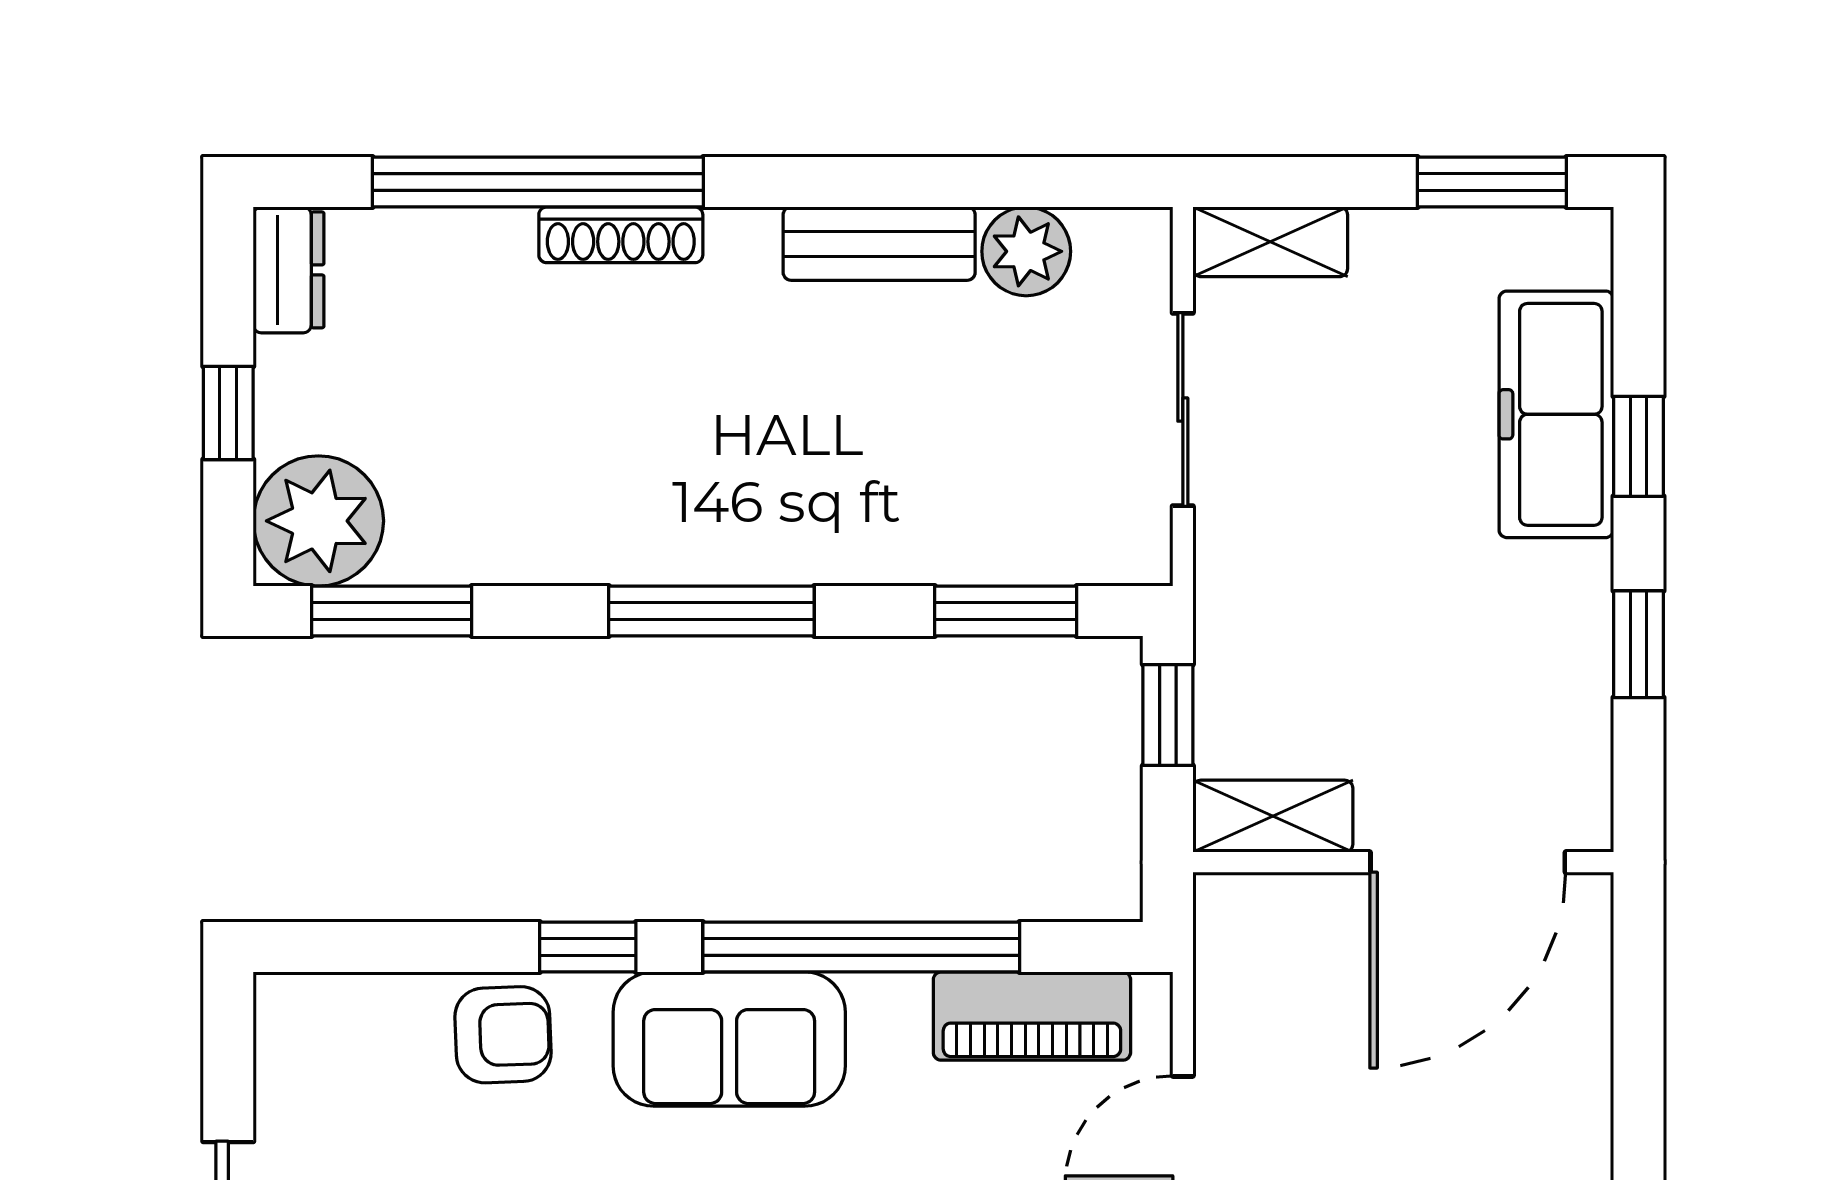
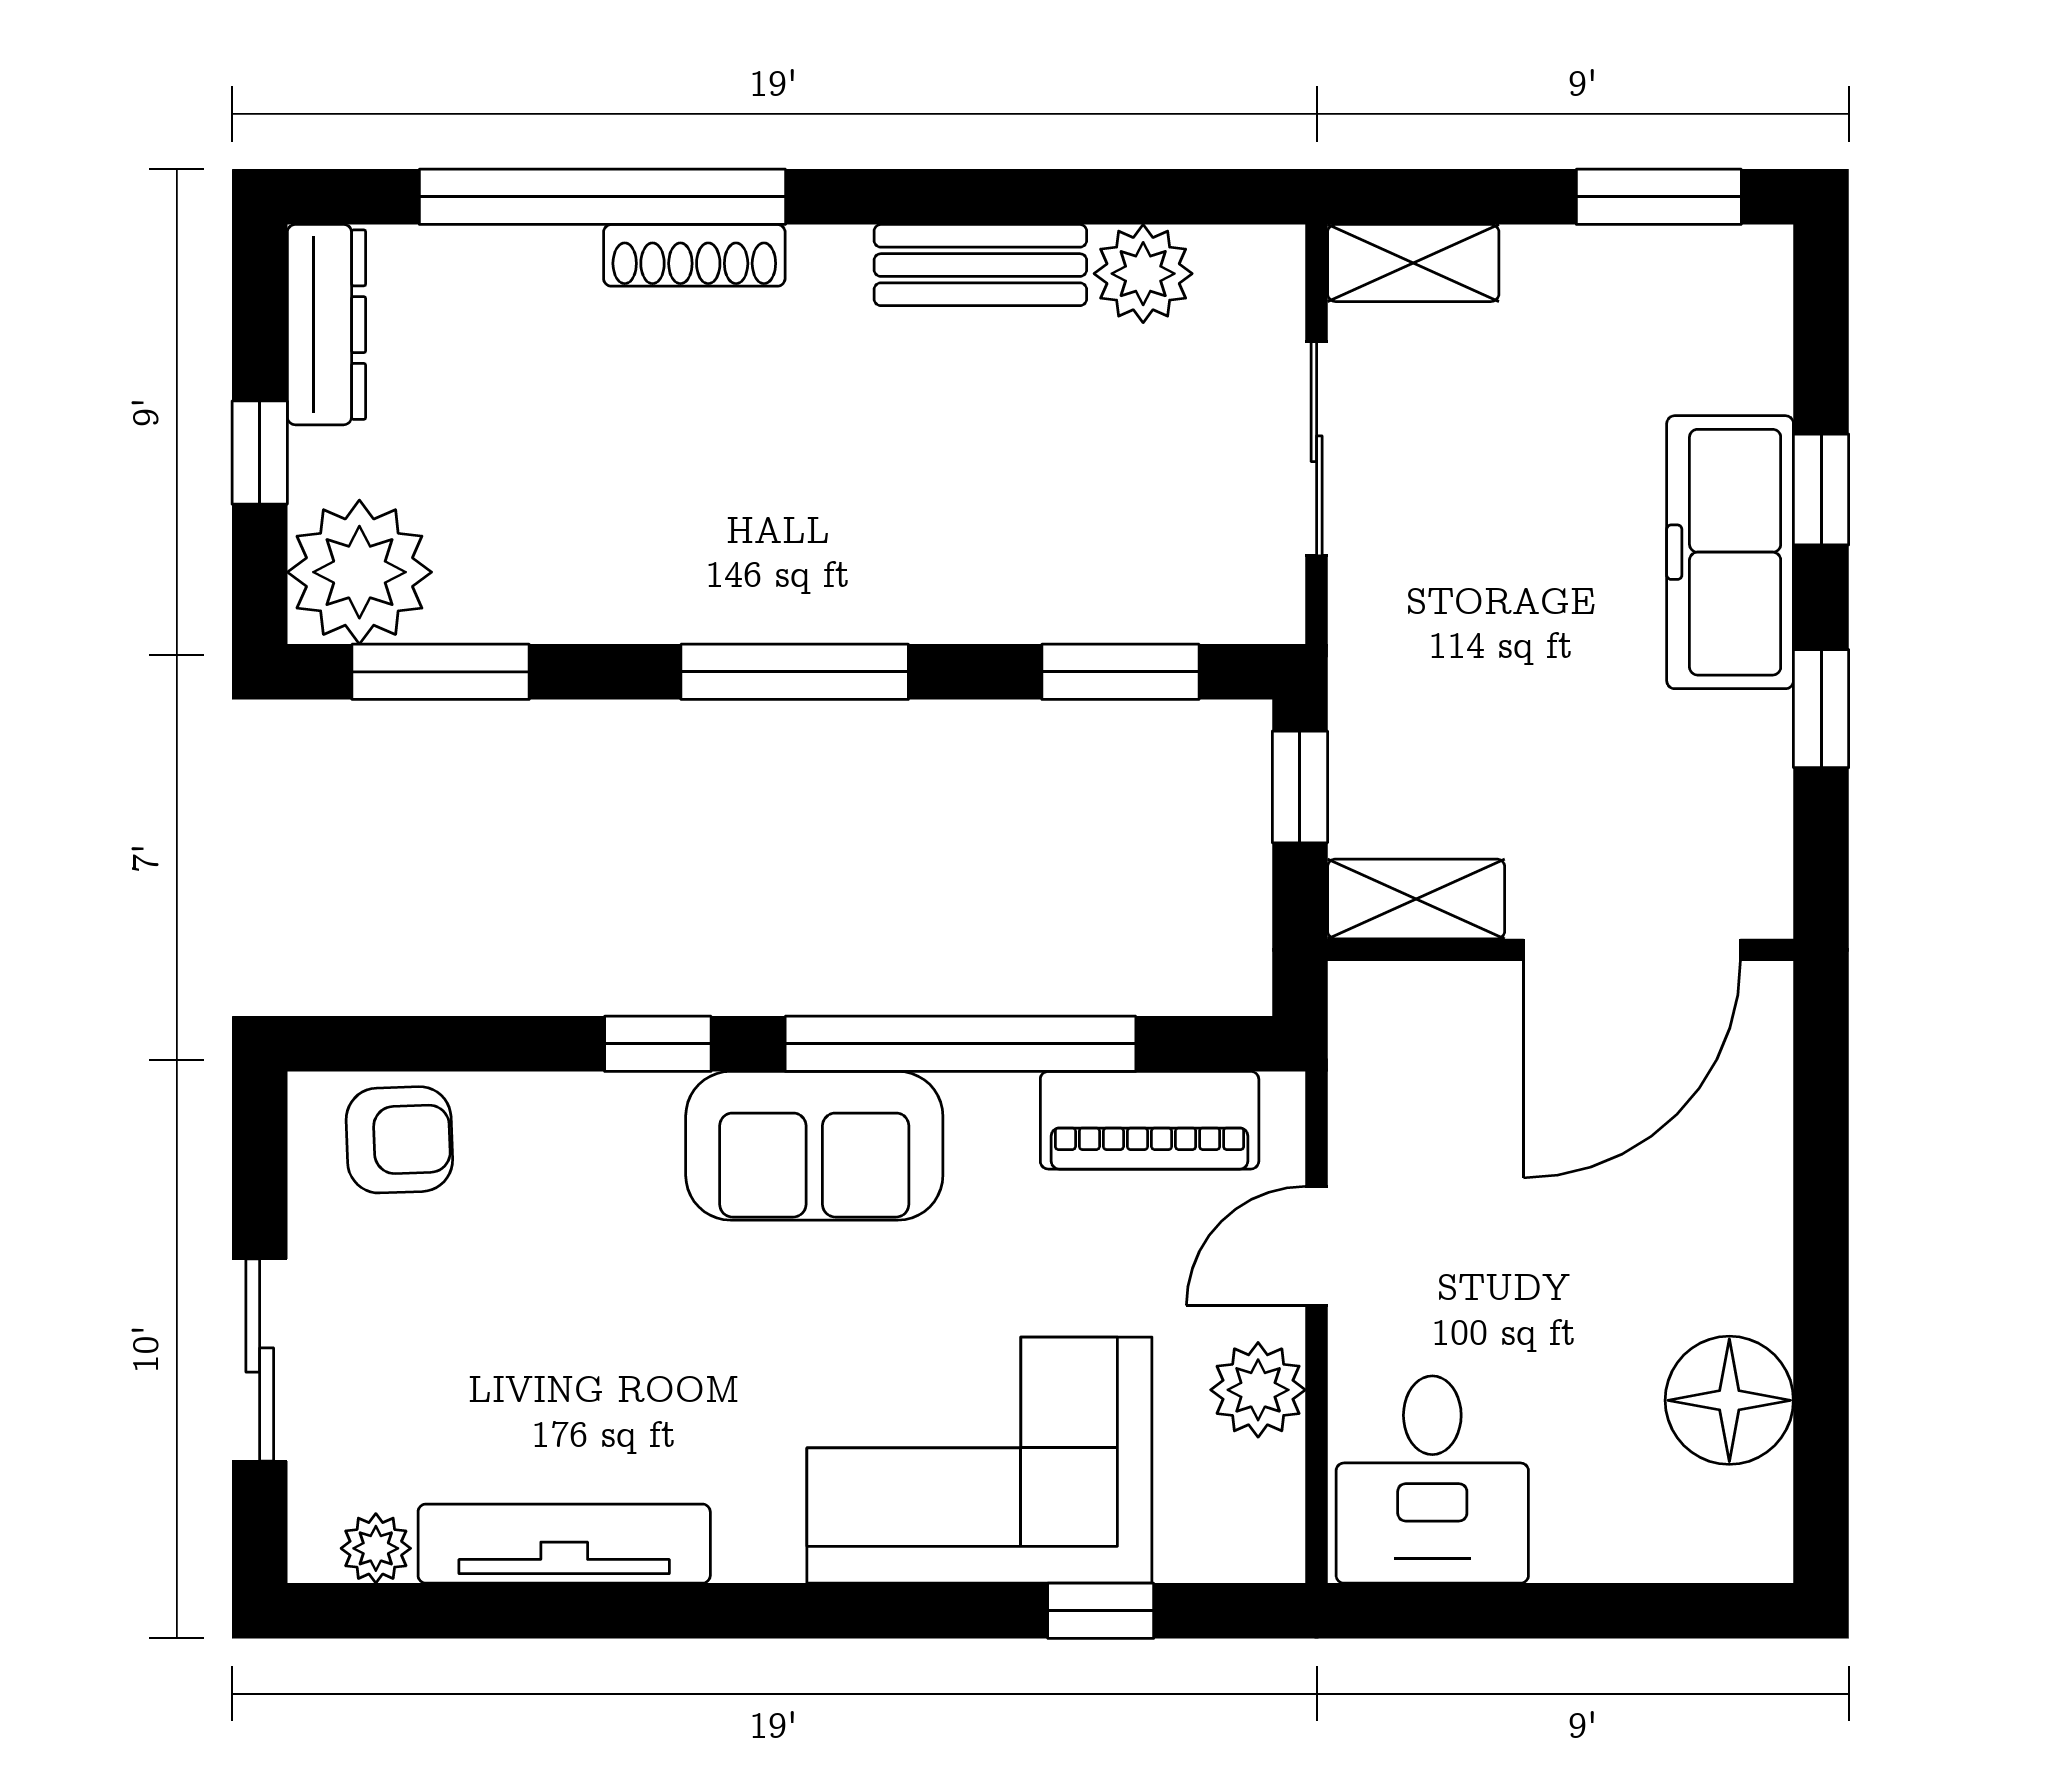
dresser: (289, 270) -> (327, 325), width x1.44
freezer: (1556, 414) -> (1730, 552), moved
armchair: (503, 1035) -> (399, 1140), moved

